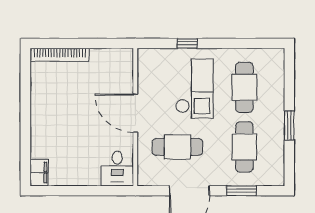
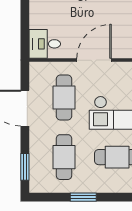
cafe table: (244, 147) -> (64, 157), turned 90
window: (241, 191) -> (25, 167), moved

